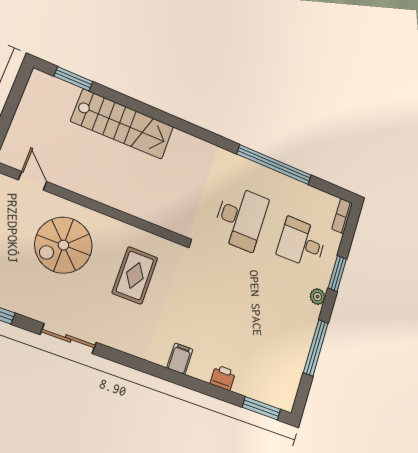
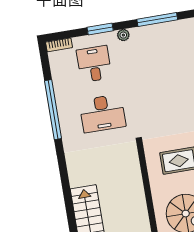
desk: (241, 218) -> (102, 113), turned 180
desk: (302, 243) -> (94, 64), turned 180

